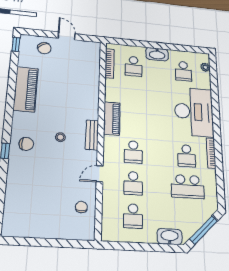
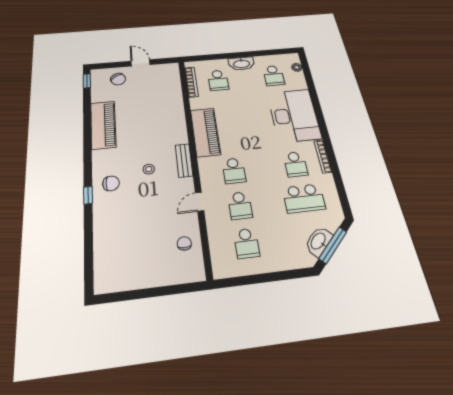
piano: (112, 118) -> (205, 132), width x1.37, depth x1.33
washbasin: (170, 237) -> (319, 241), moved, turned -45

